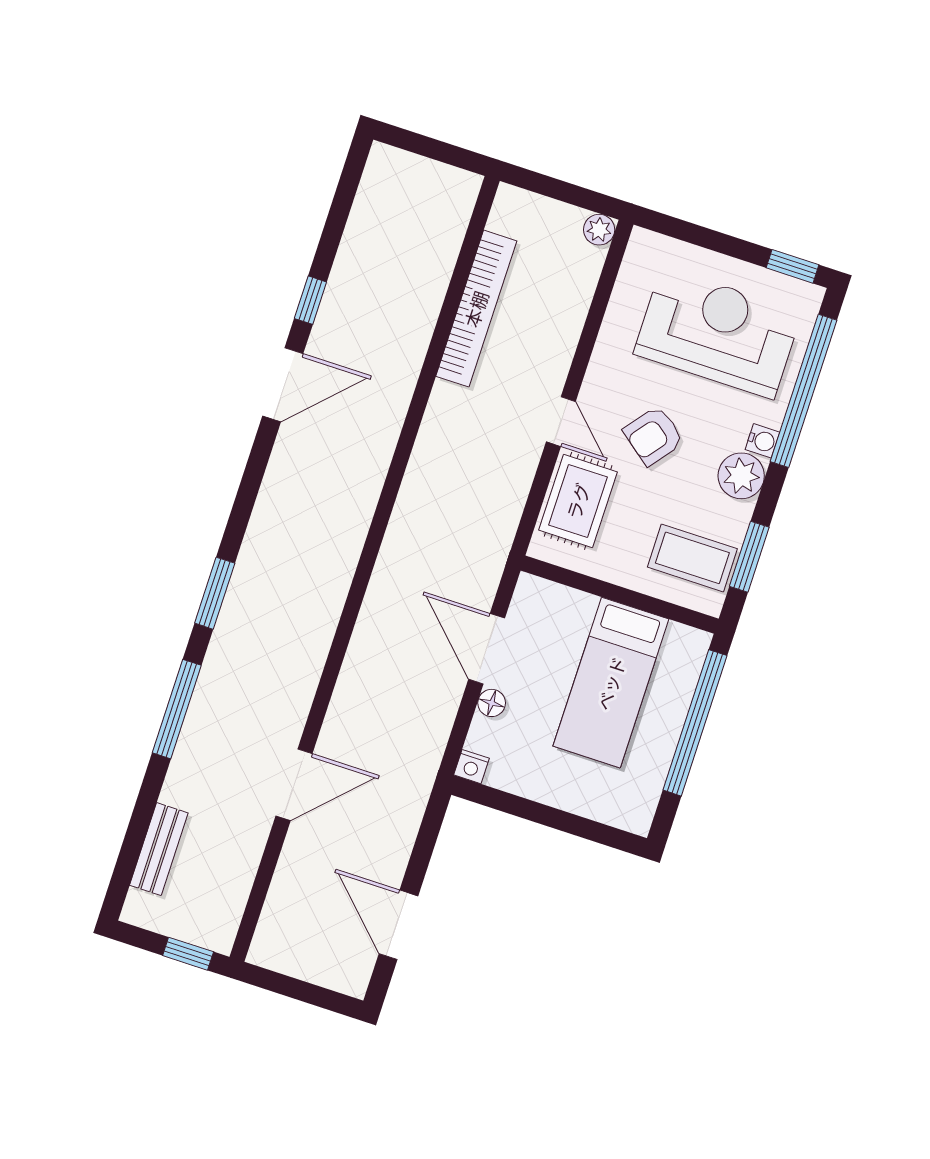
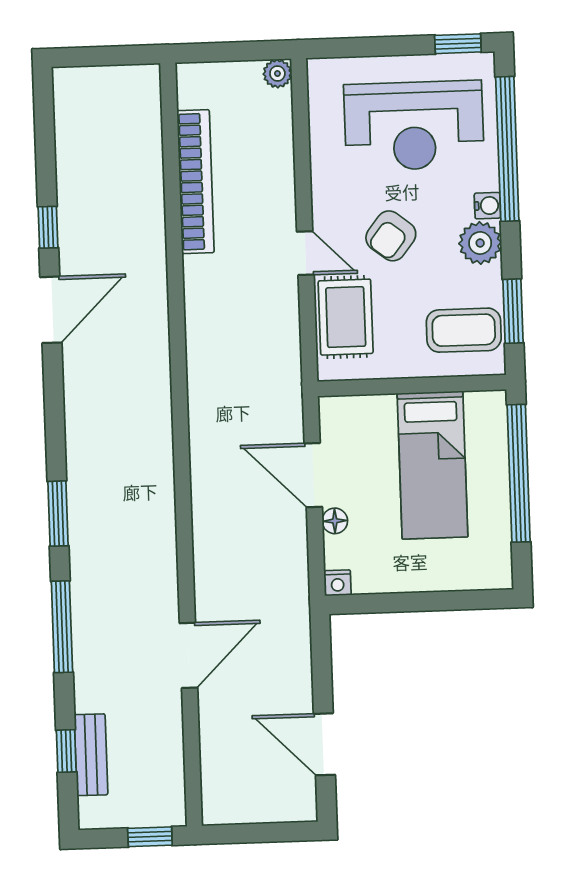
reception desk: (718, 333) -> (414, 126), turned 180
window: (135, 836) -> (66, 751), added

